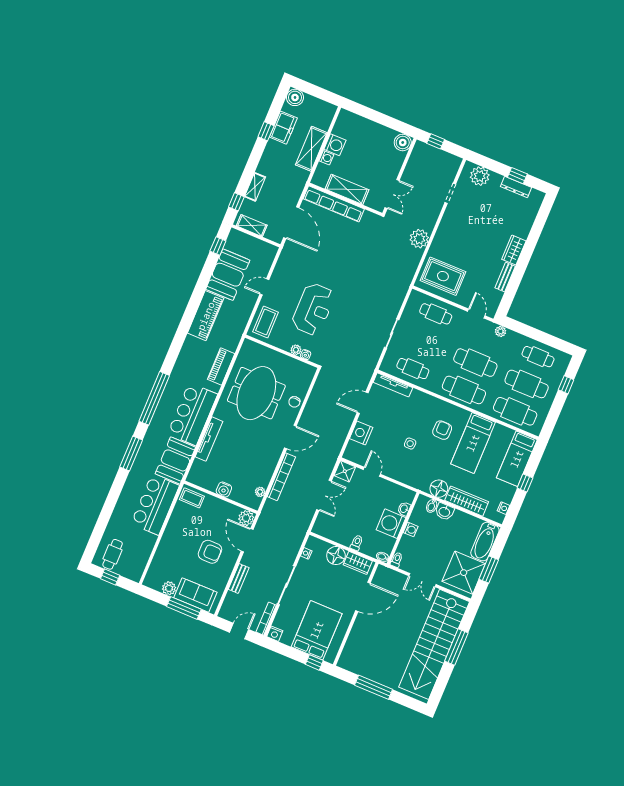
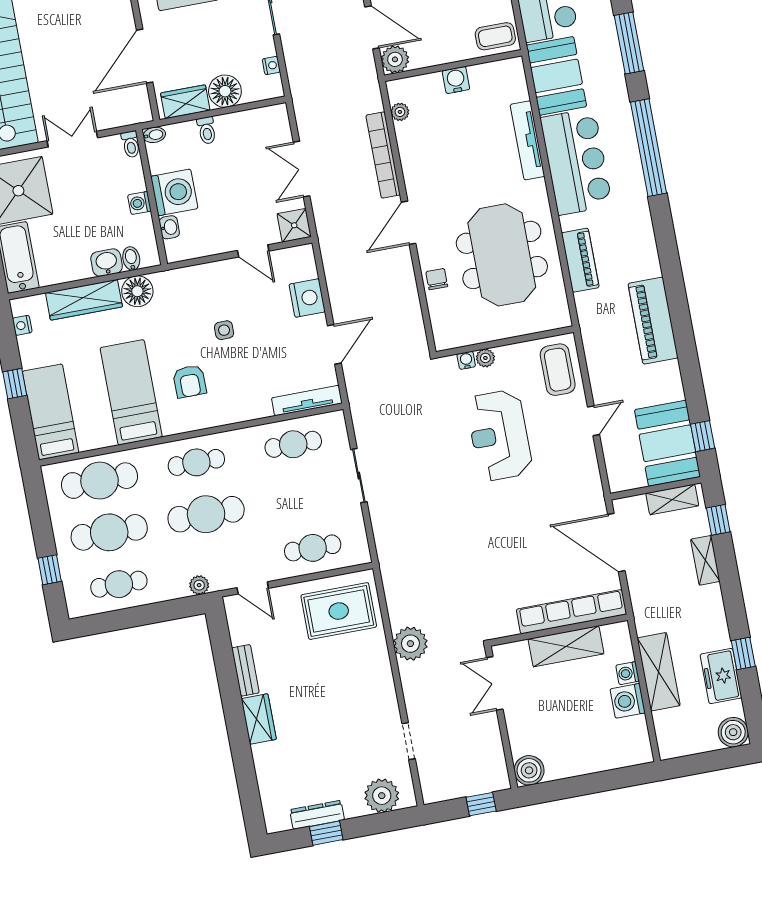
booth: (228, 275) -> (667, 443), moved
cafe table: (464, 390) -> (196, 462), width x0.73, depth x0.74

